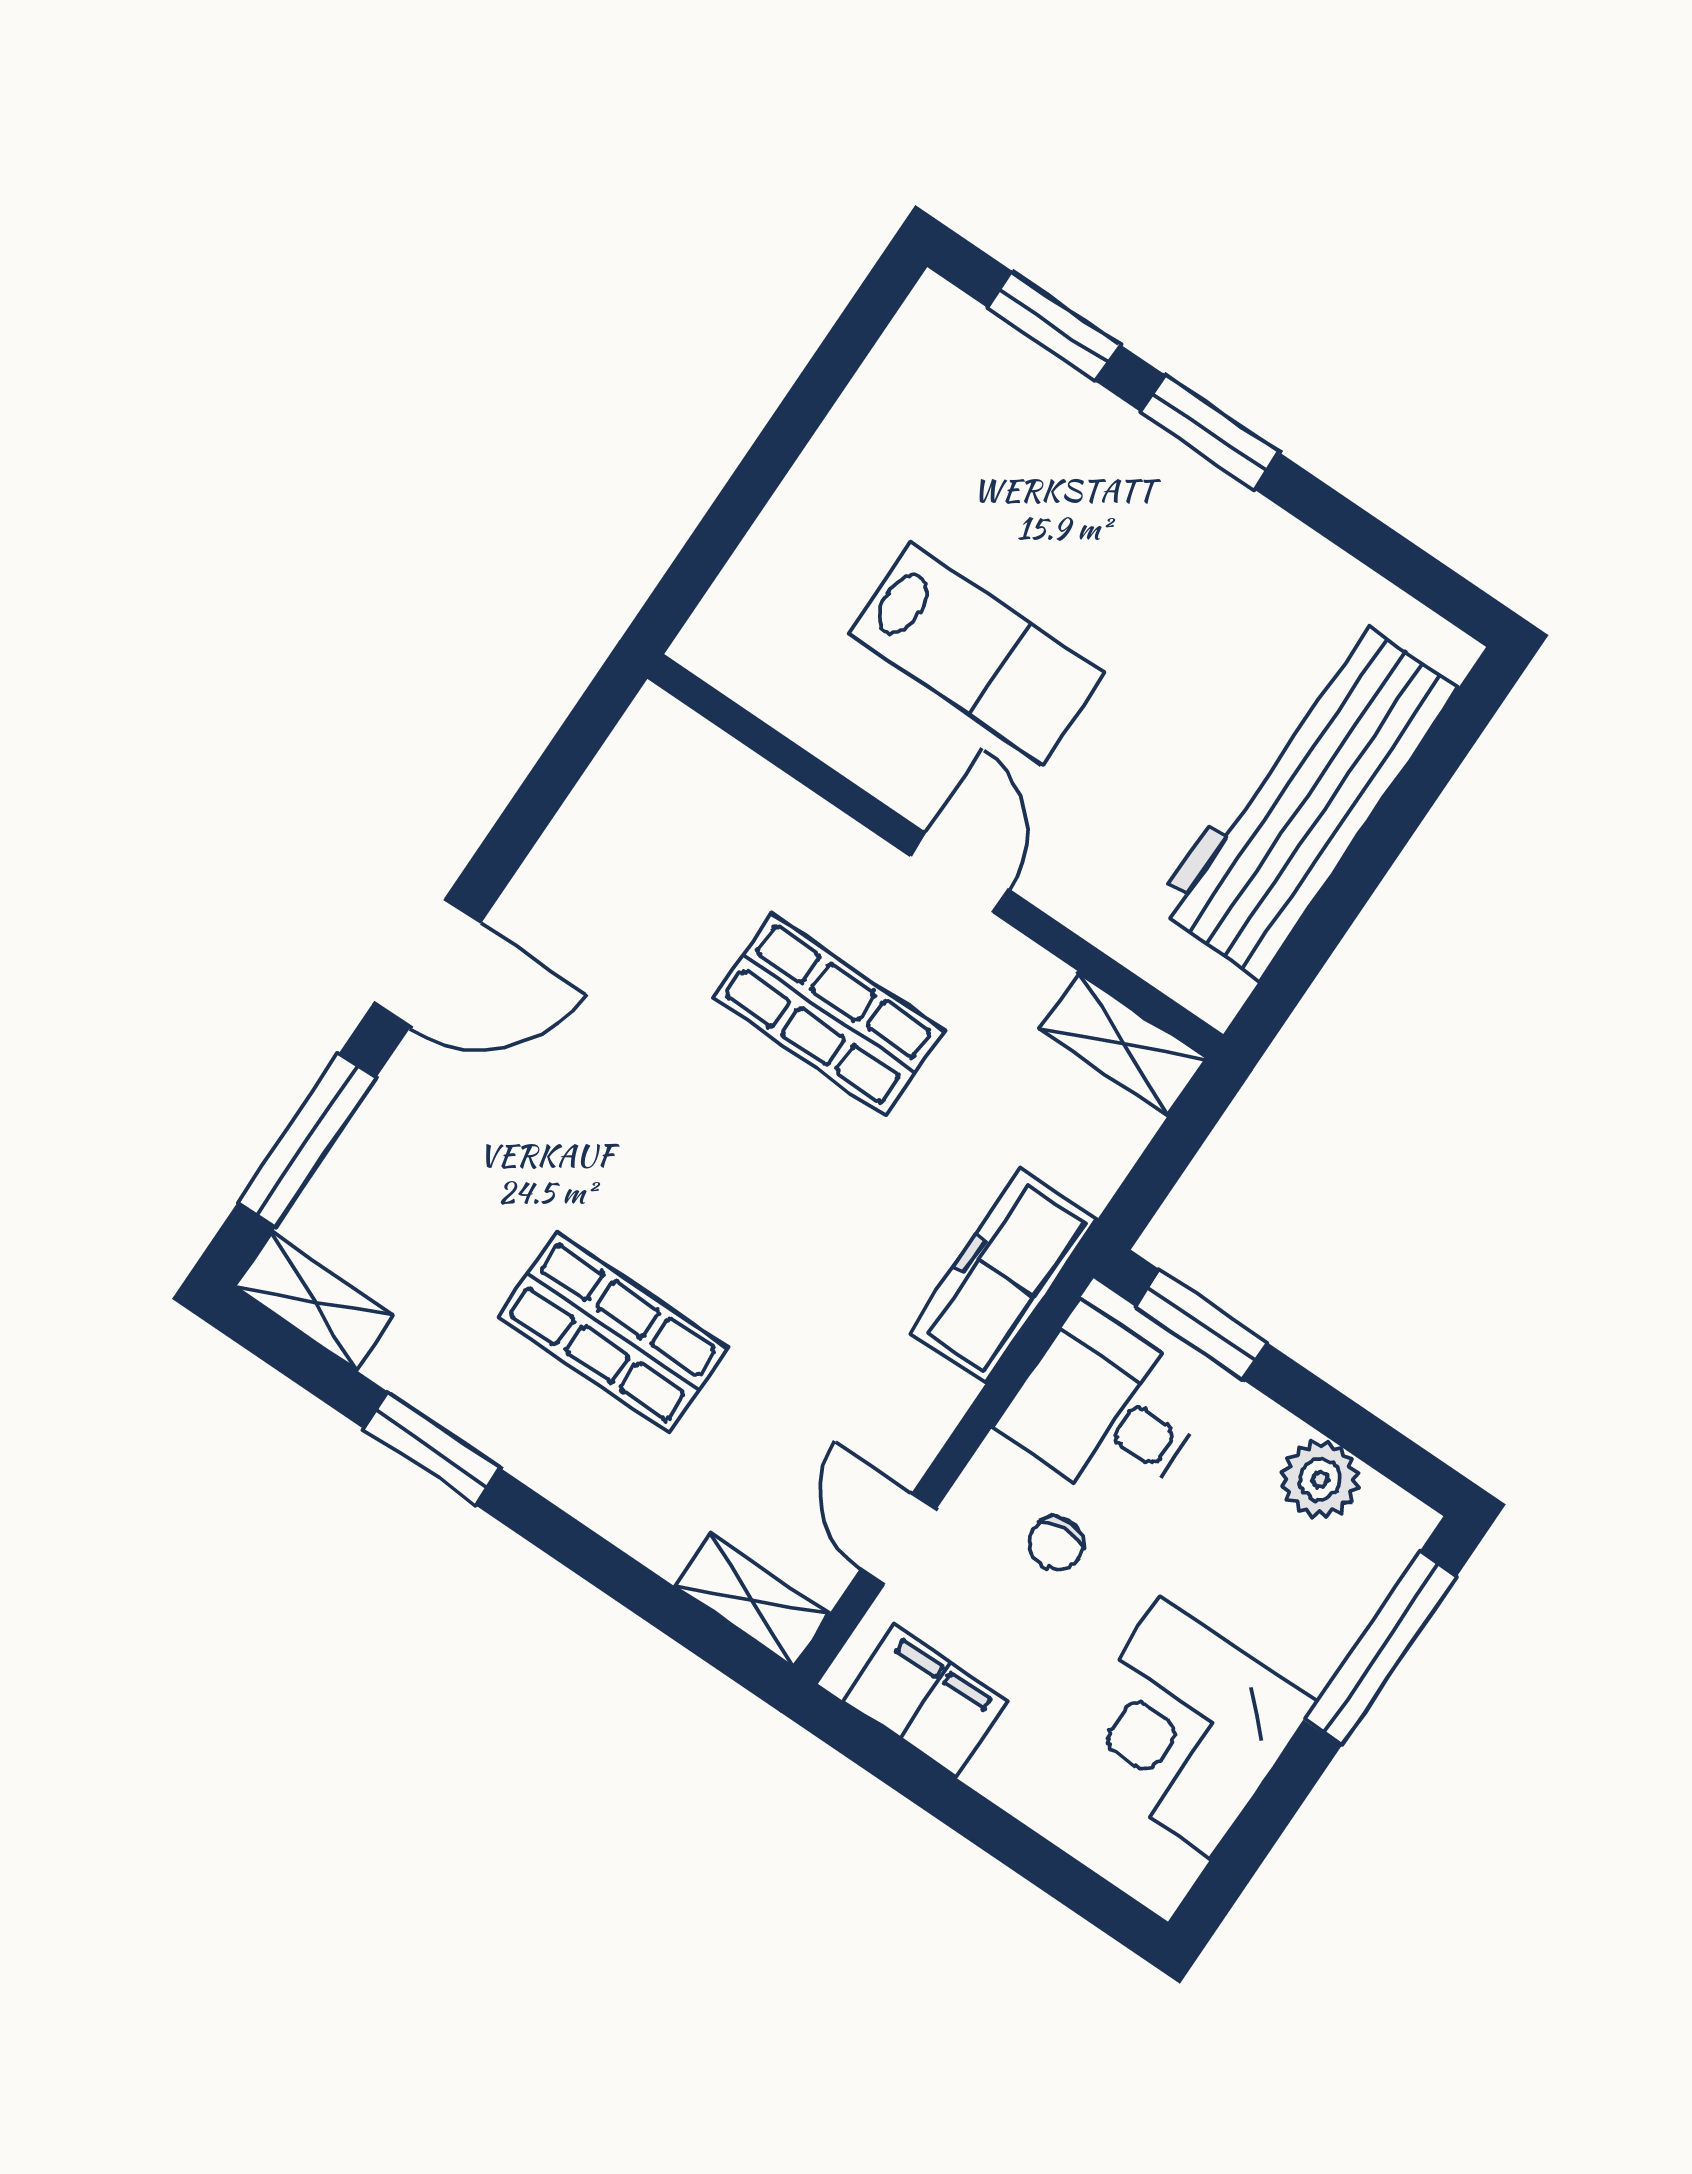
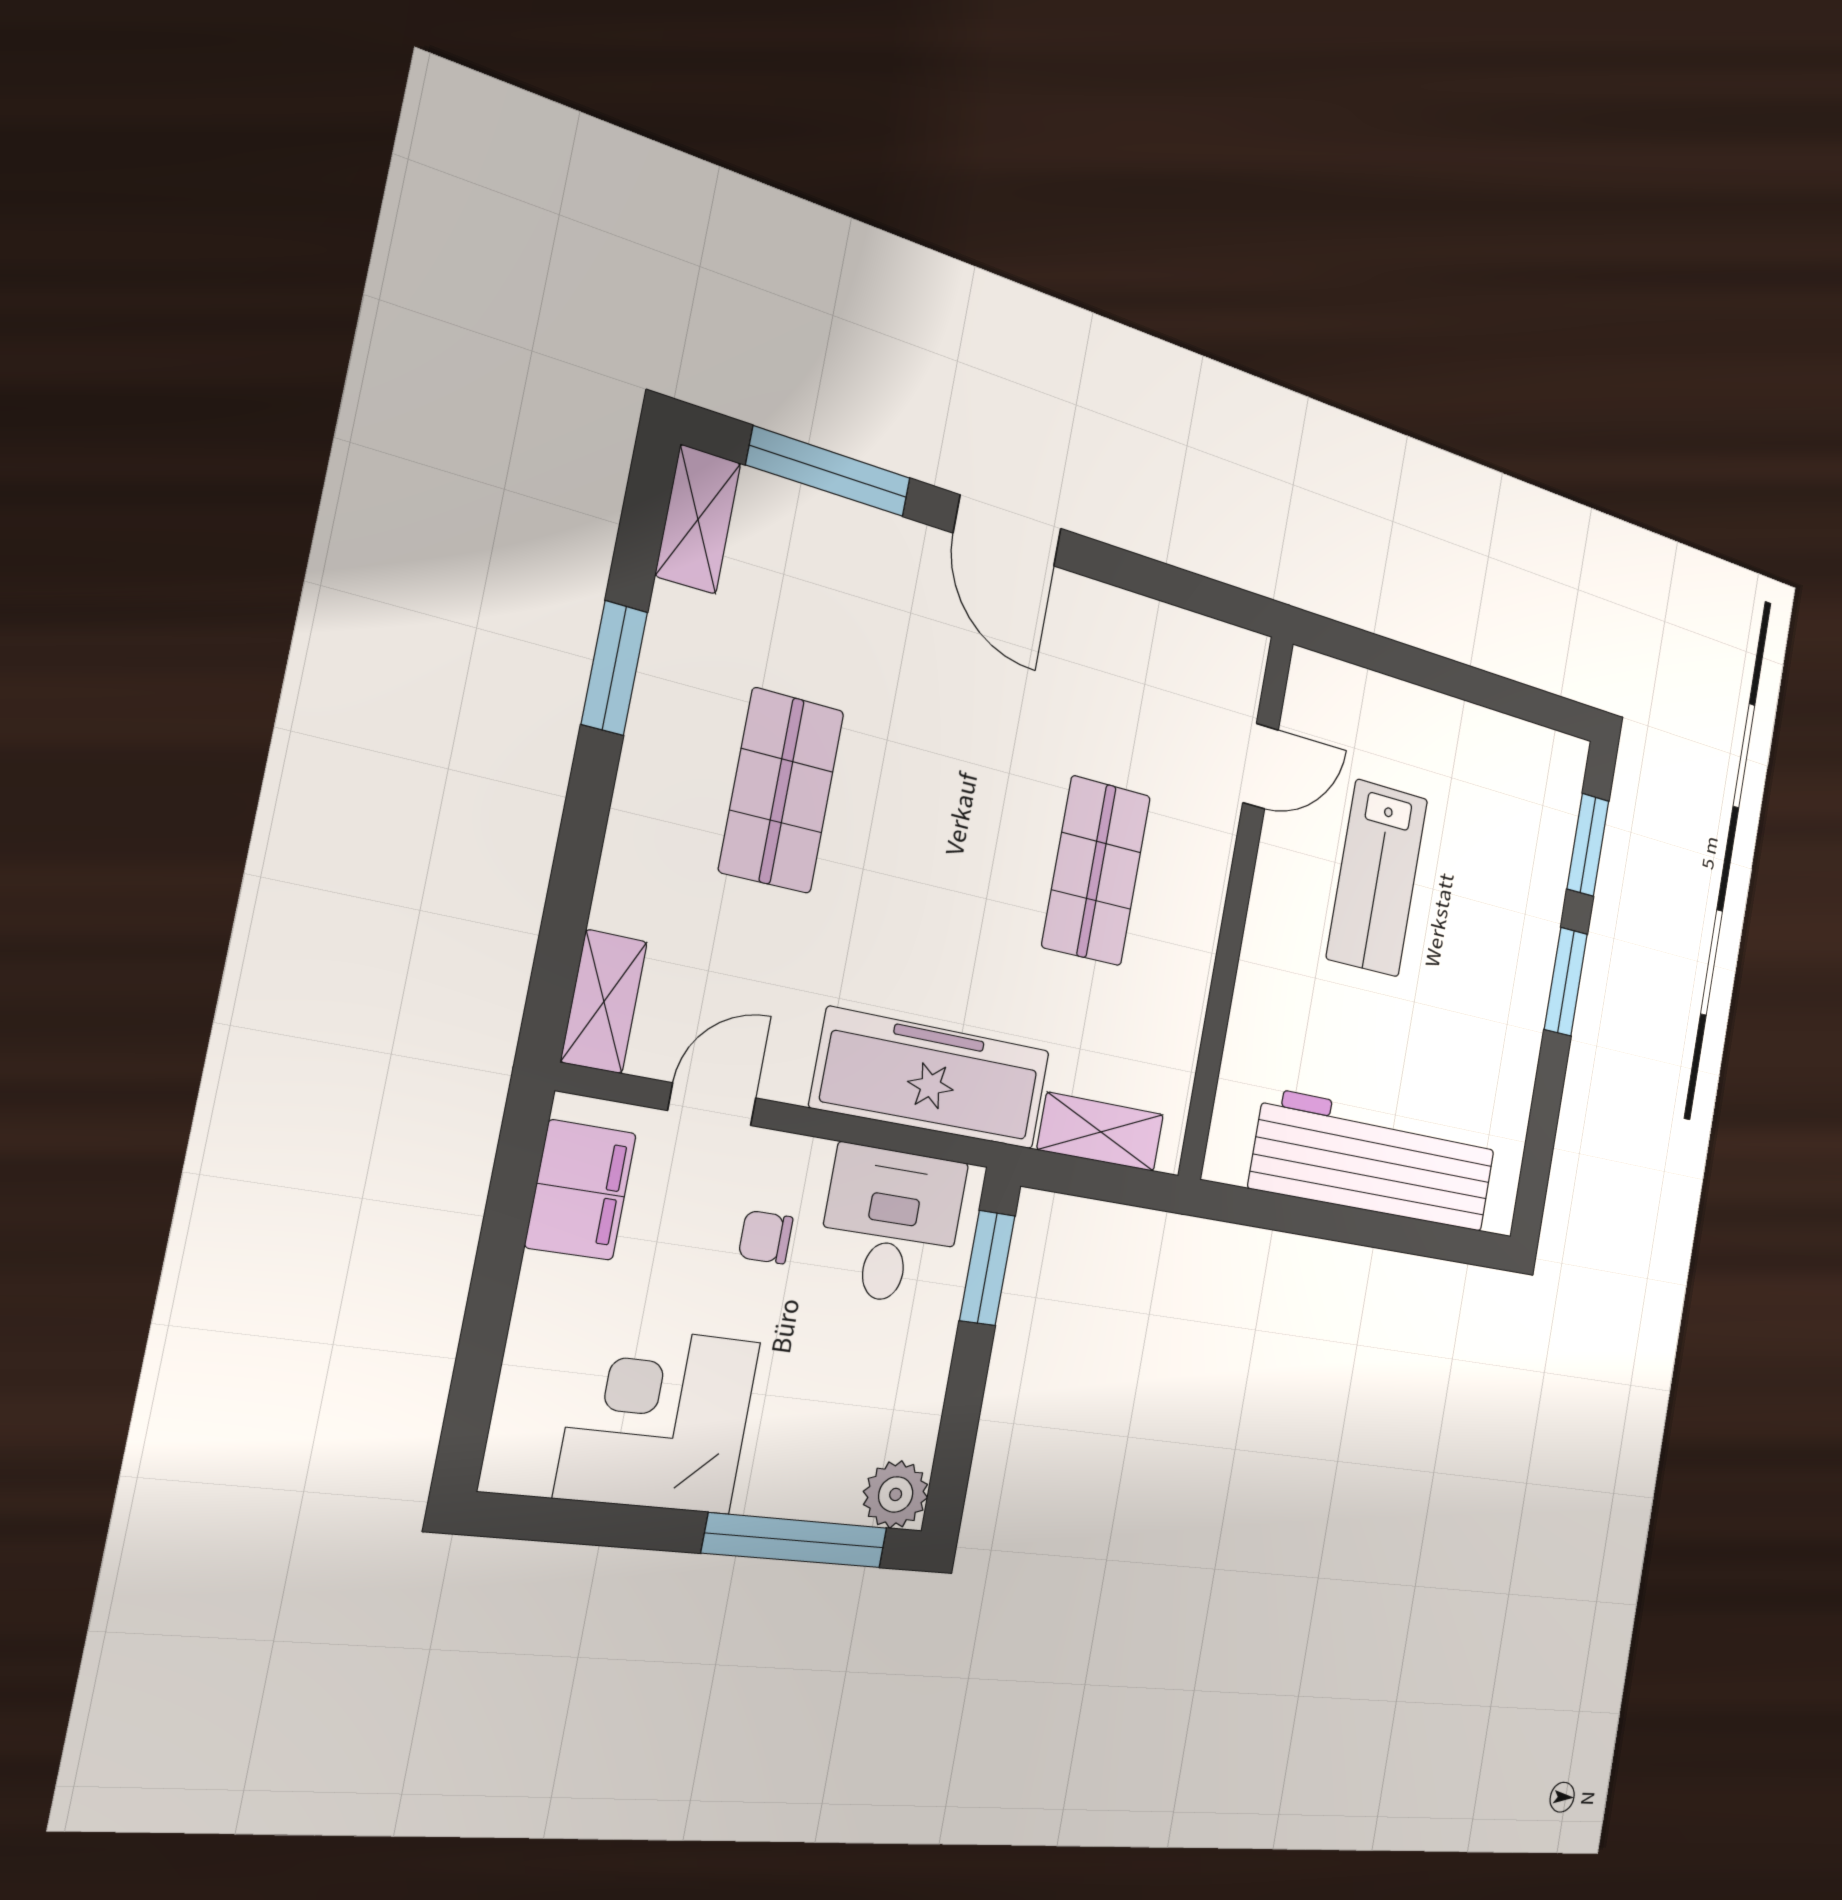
door: (960, 873) -> (1261, 766), moved
shelving: (1123, 1044) -> (1101, 1132), moved, turned 90
freezer: (1003, 1276) -> (932, 1079), width x1.36, depth x1.26
plant: (1320, 1479) -> (896, 1494), moved

